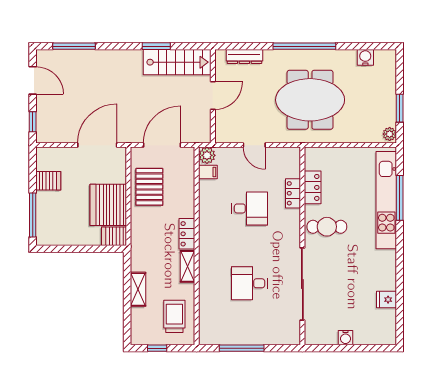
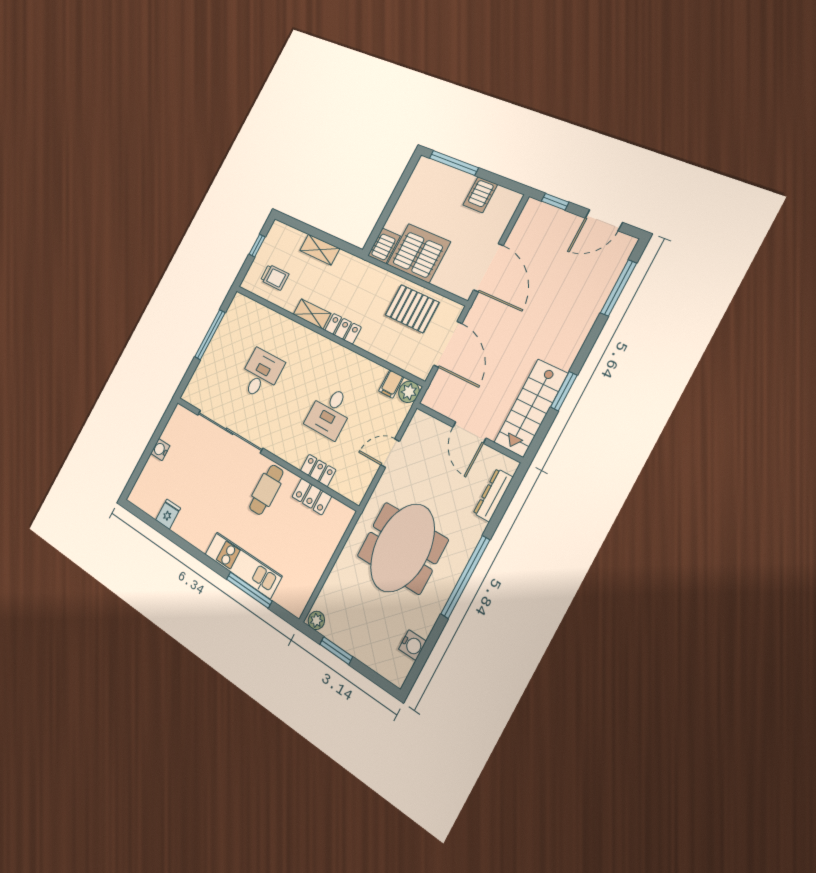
kitchen unit: (386, 200) -> (243, 565), width x0.73
trolley: (174, 316) -> (275, 277), width x0.73, depth x0.72

